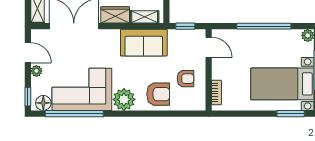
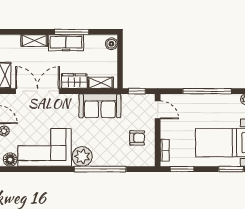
armchair: (158, 94) -> (113, 152), removed
window: (74, 114) -> (100, 169), moved
window: (236, 114) -> (182, 169), added

